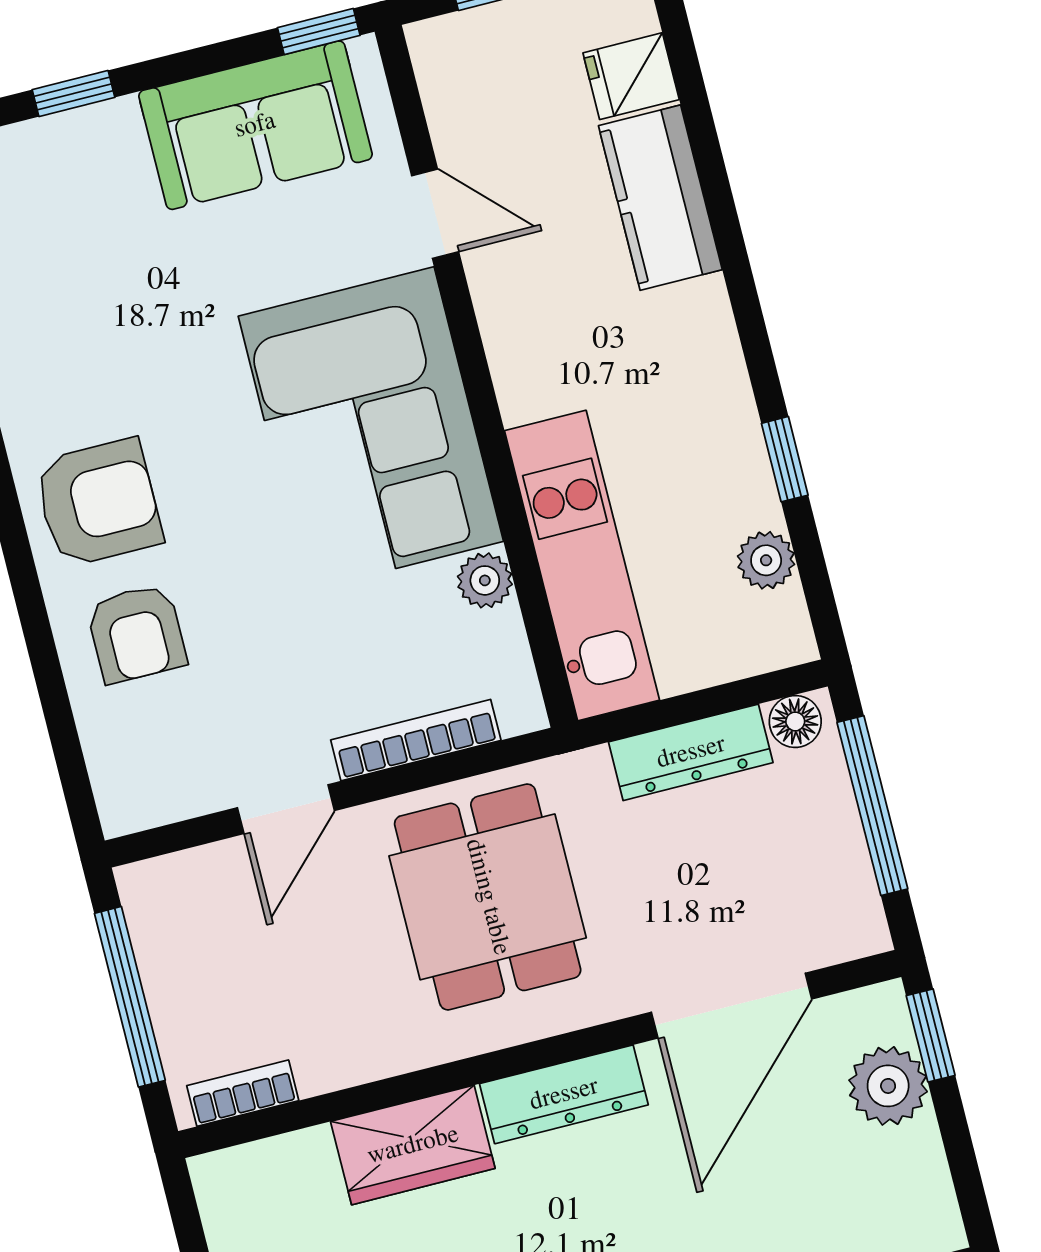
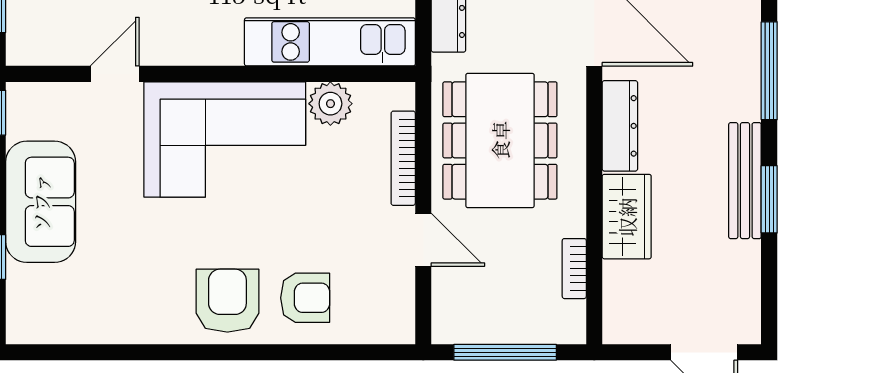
sofa: (255, 125) -> (41, 202), moved
plant: (485, 580) -> (330, 104), width x1.38, depth x1.38
dining table: (488, 897) -> (500, 140), width x1.38
bookcase: (243, 1093) -> (574, 269), moved

